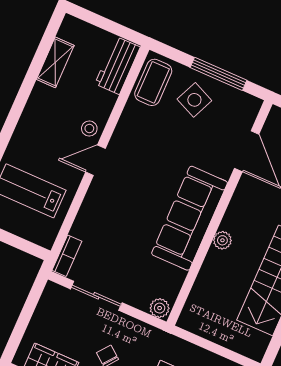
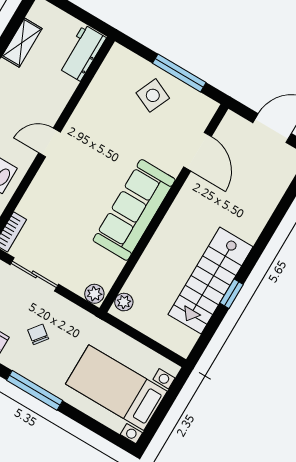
coffee table: (153, 82) -> (115, 74), removed
stool: (89, 129) -> (47, 111), removed
plant: (222, 240) -> (124, 302), moved

